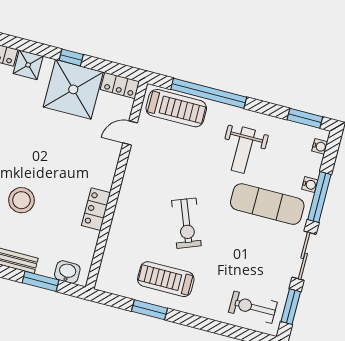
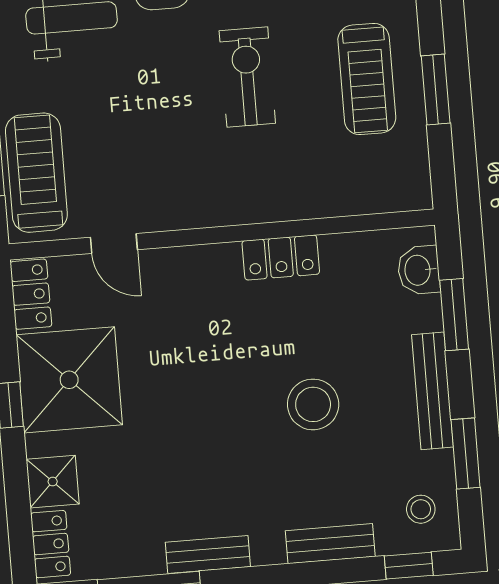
exercise bike: (186, 223) -> (247, 77), turned -69

